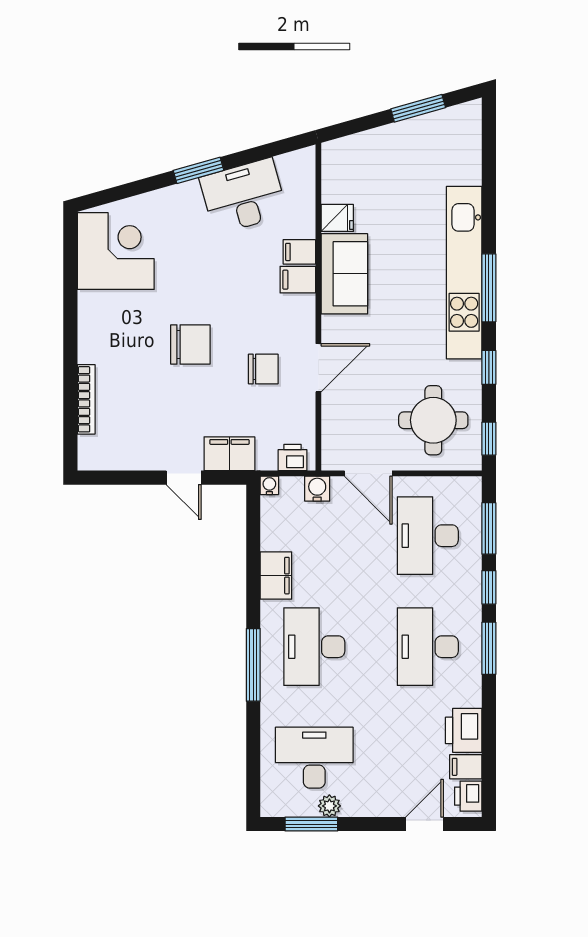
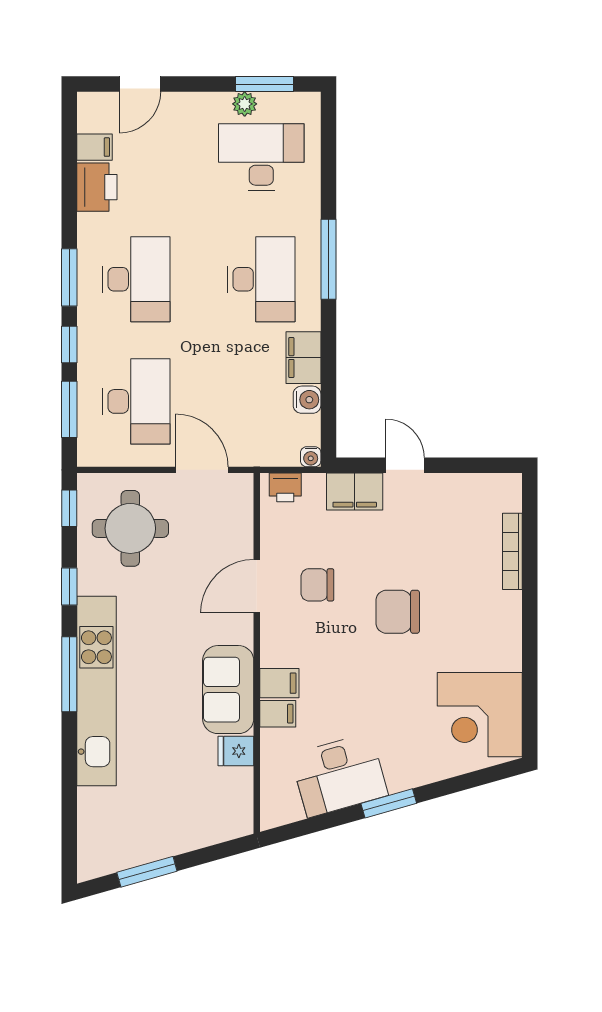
water cooler: (317, 489) -> (307, 400), moved, turned -90
desk: (314, 758) -> (261, 157), turned 180
printer: (468, 796) -> (92, 115), removed

